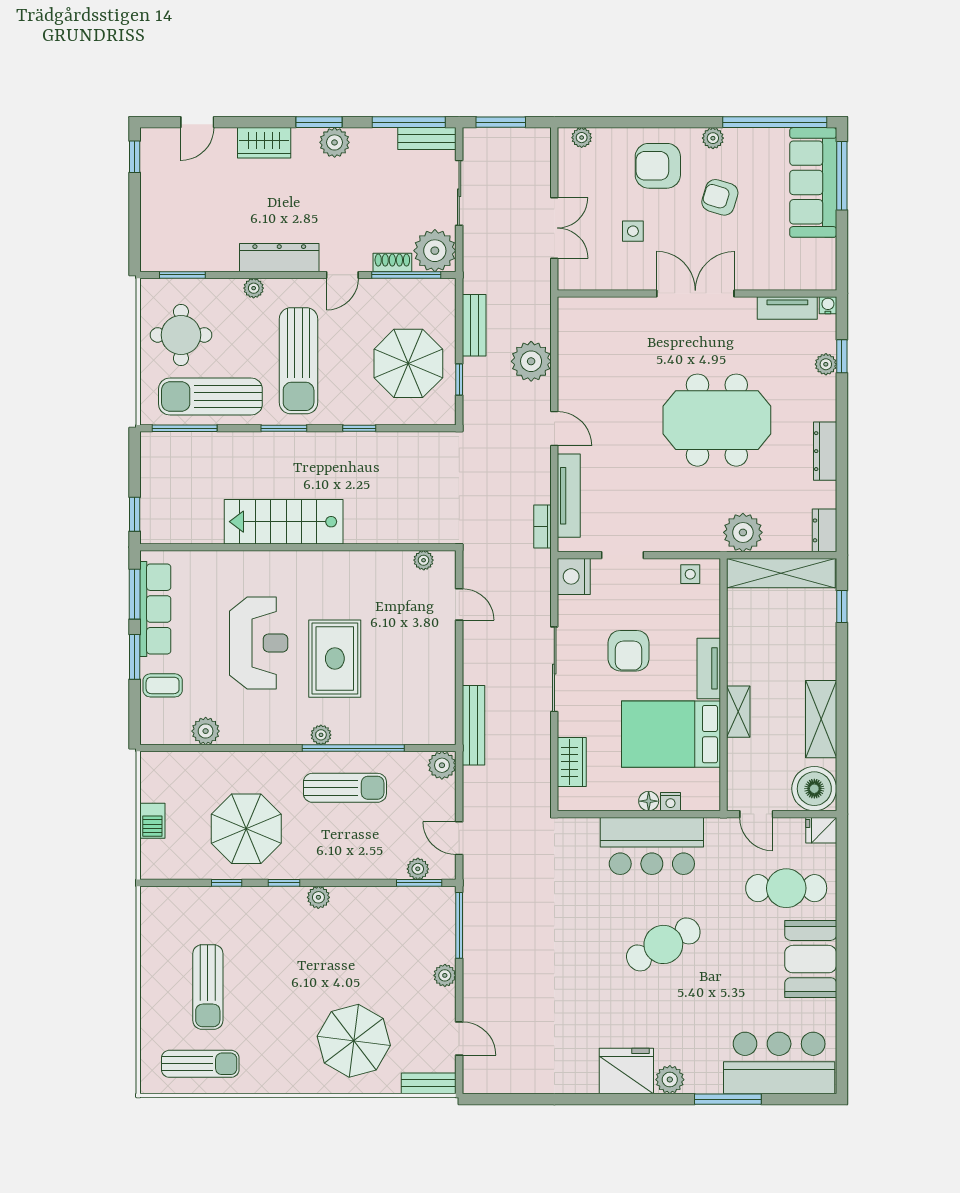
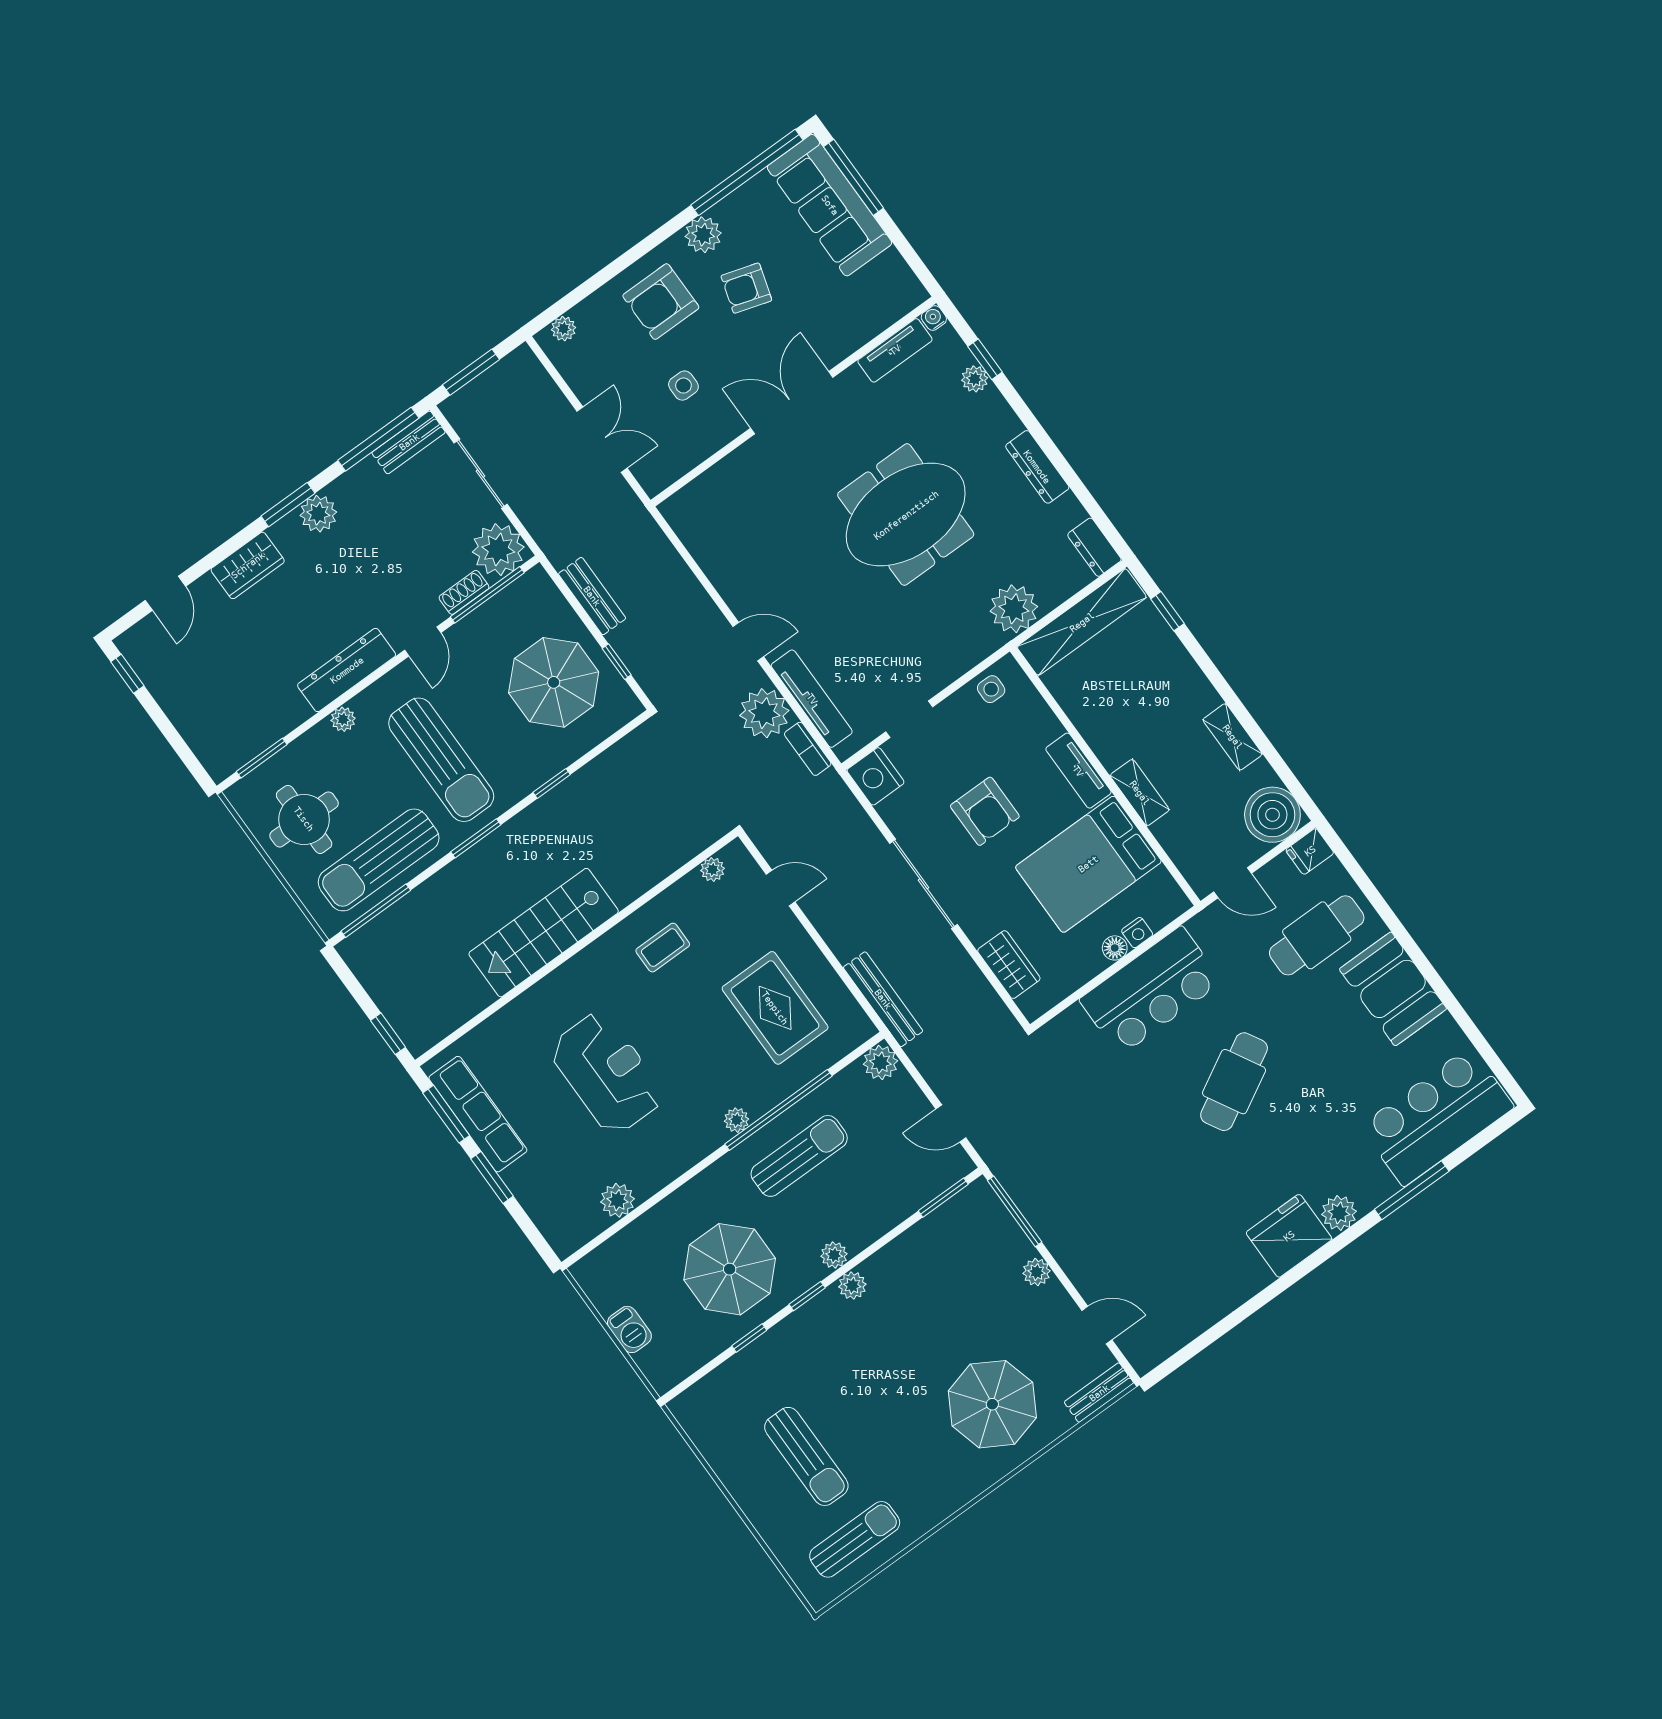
plant: (713, 138) -> (703, 235), width x1.38, depth x1.38
plant: (531, 361) -> (764, 713), moved
rug: (335, 659) -> (775, 1008), moved
coffee table: (163, 685) -> (663, 948), moved
shelving: (821, 719) -> (1233, 737), width x0.67, depth x0.75
plant: (418, 869) -> (834, 1255), moved

